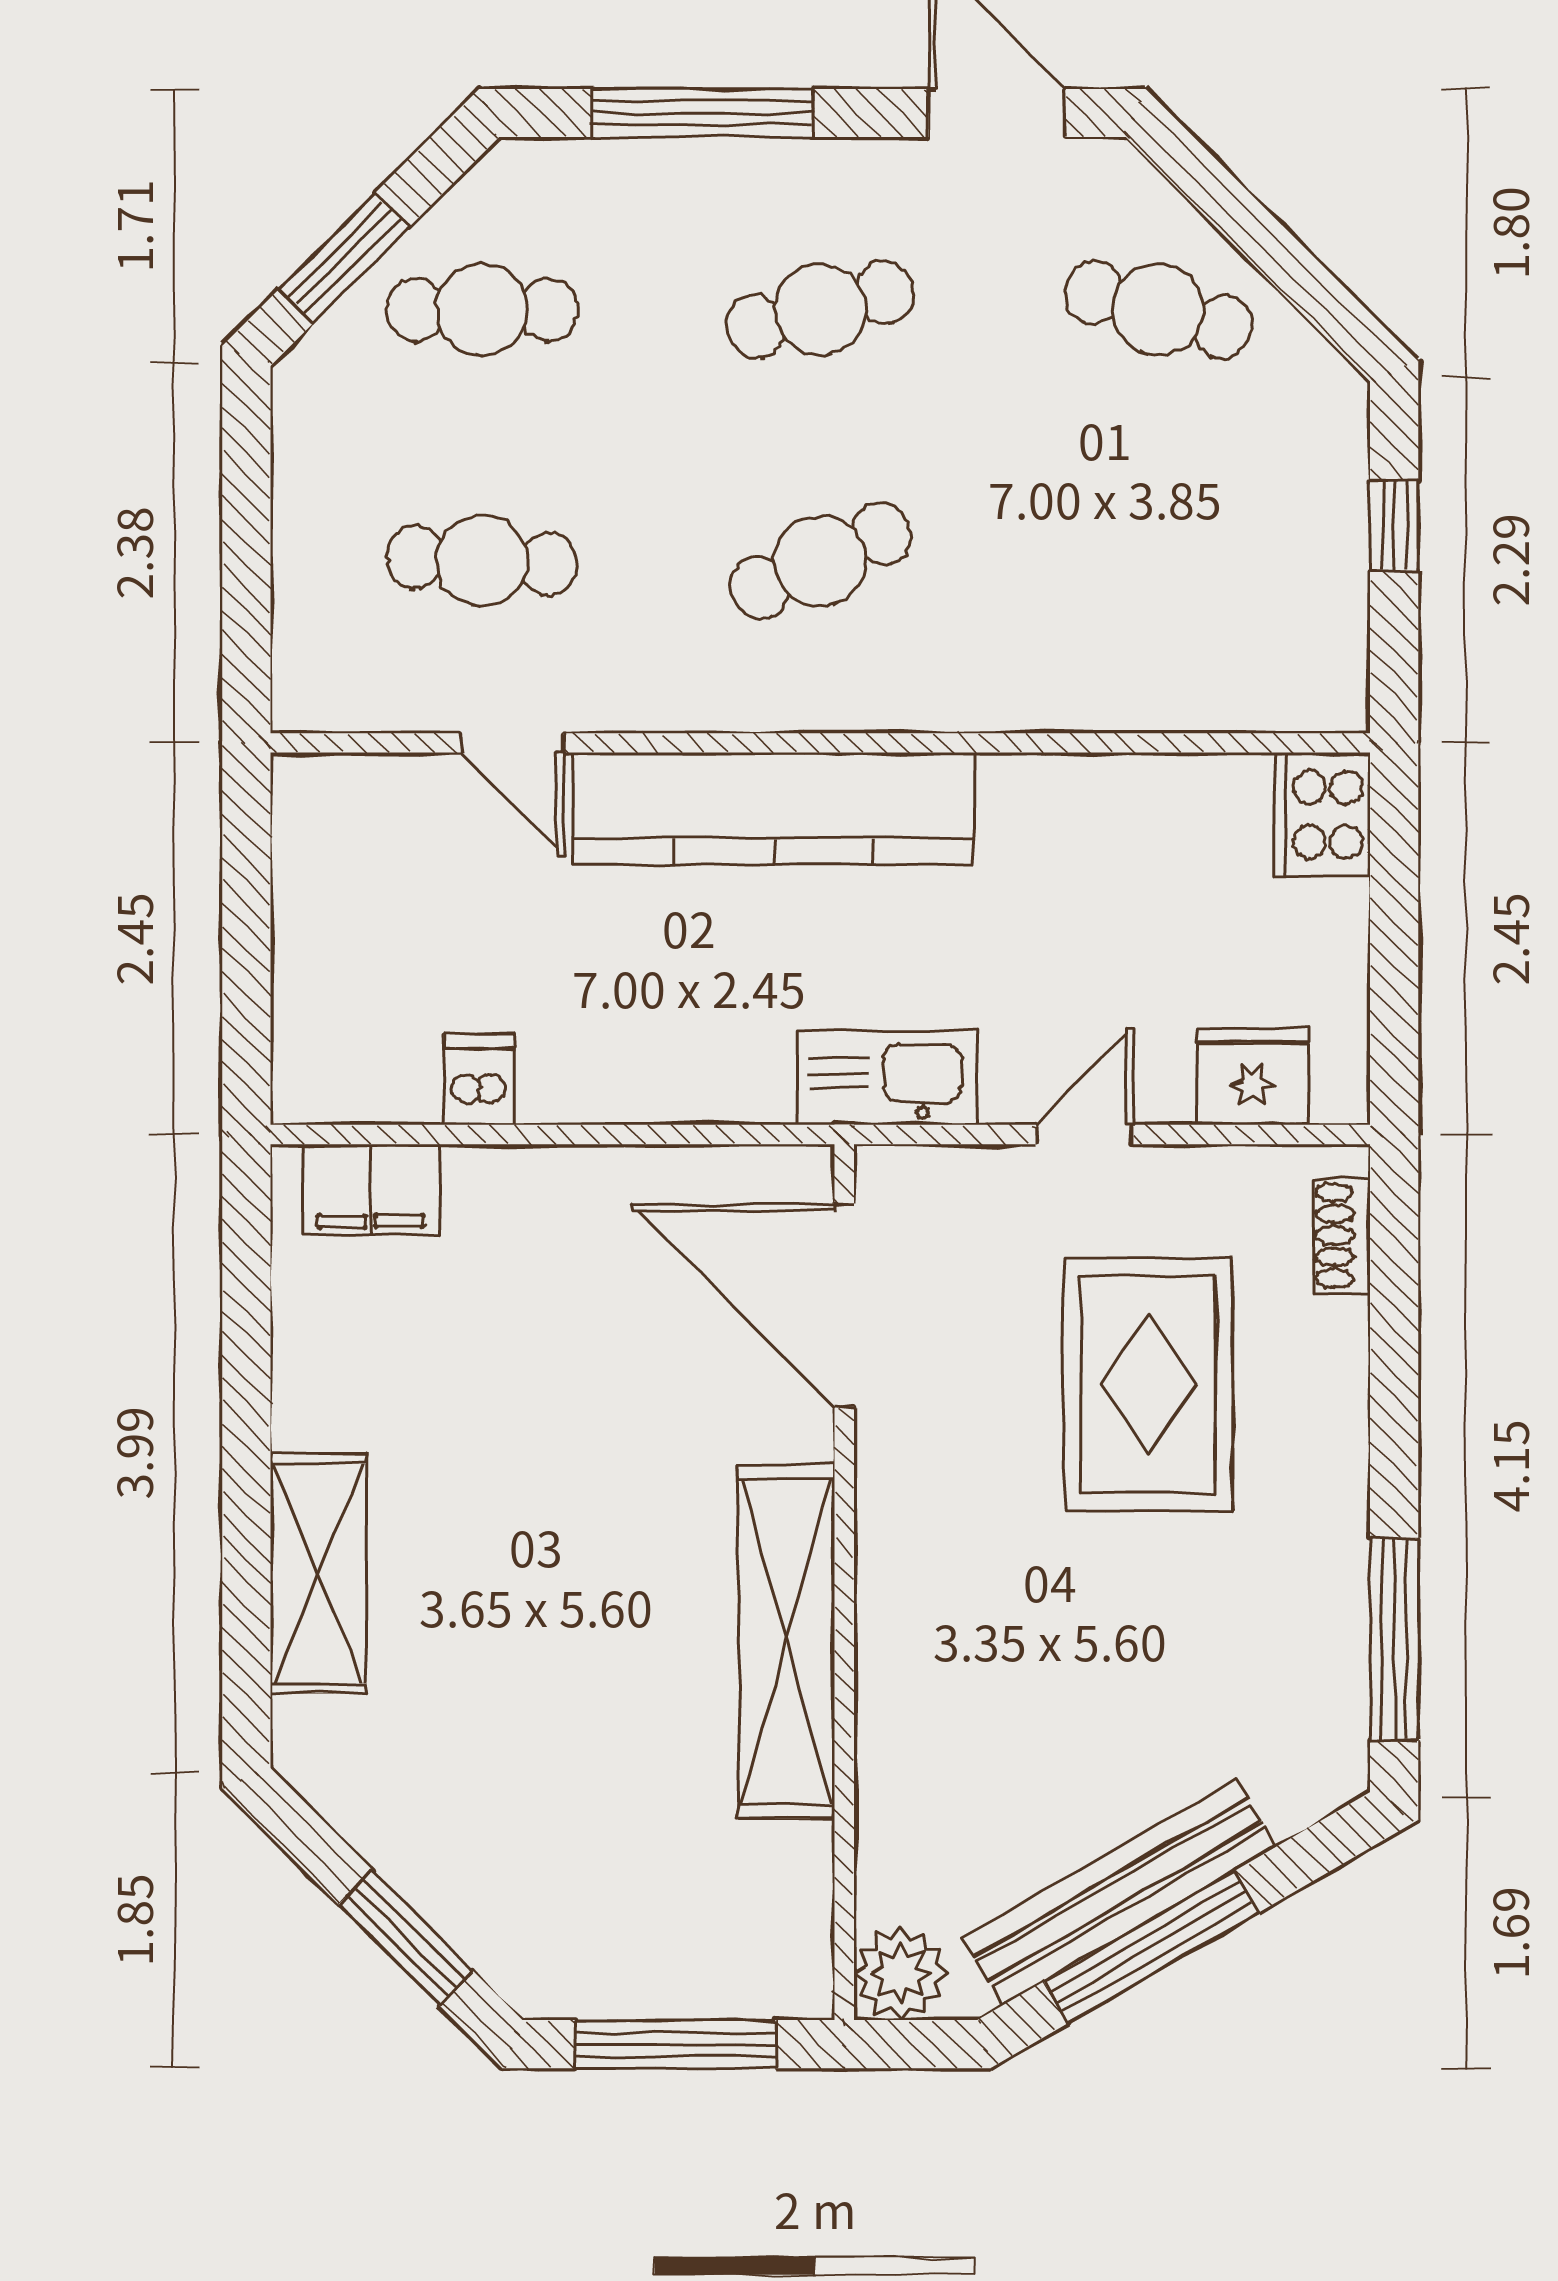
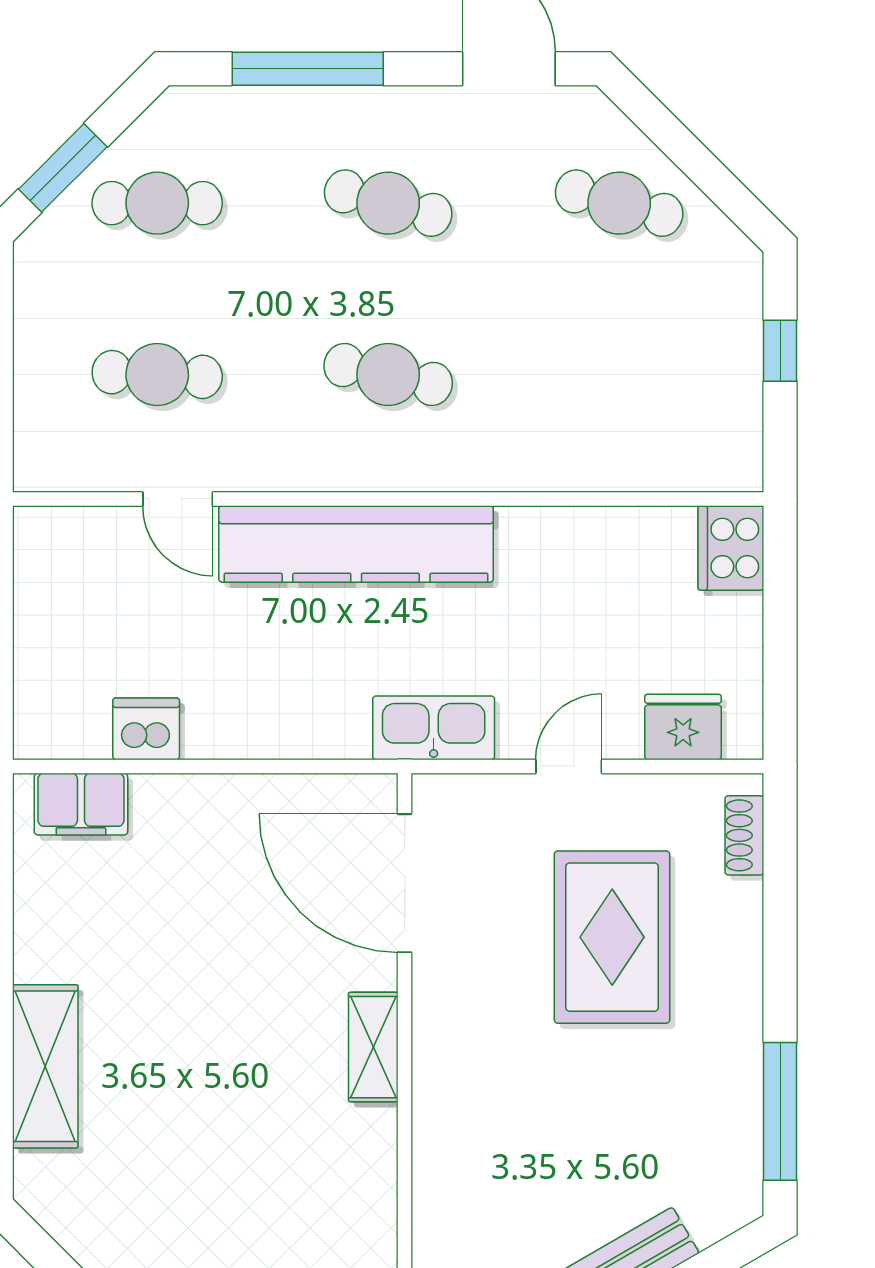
cafe table: (820, 310) -> (388, 203), turned 30
cafe table: (820, 561) -> (388, 374), turned 36
dishwasher: (479, 1079) -> (146, 729), width x1.38
shelving: (786, 1642) -> (373, 1047), width x0.45, depth x0.75

